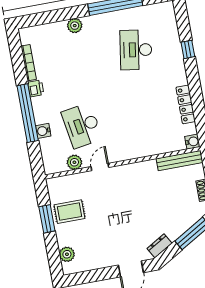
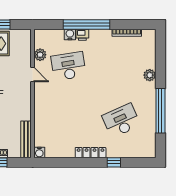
desk: (136, 50) -> (121, 121), turned -33
printer: (36, 88) -> (82, 35), moved
locker: (186, 104) -> (91, 153), moved

